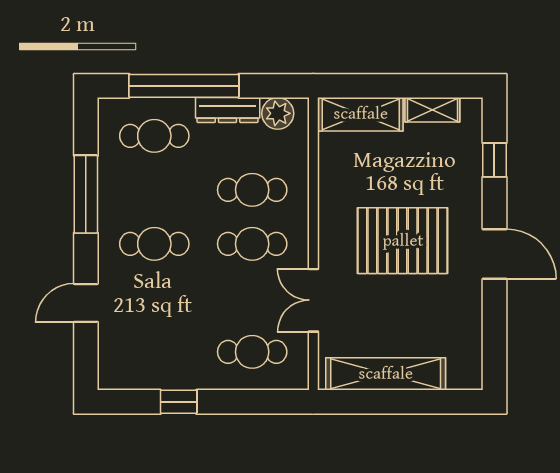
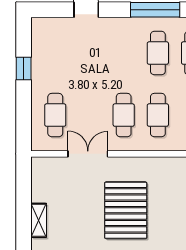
cafe table: (154, 244) -> (158, 53), moved
shelving: (386, 374) -> (39, 220), width x0.45, depth x0.75

